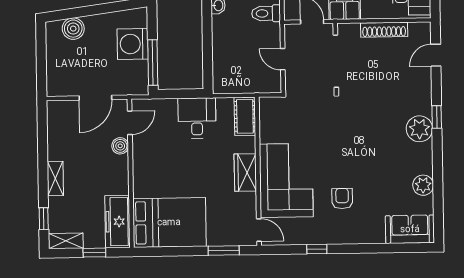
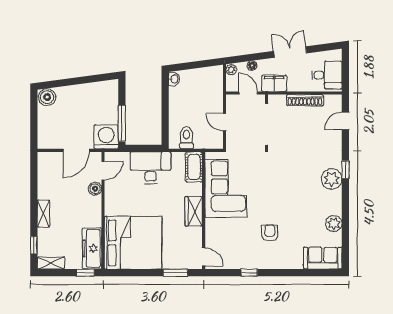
toilet: (266, 13) -> (186, 138), moved, turned 90
boiler: (73, 29) -> (47, 97), moved
washing machine: (133, 44) -> (106, 137), moved, turned 90
desk: (197, 118) -> (151, 168), width x1.37
corner sofa: (286, 180) -> (226, 188), moved
bed: (169, 222) -> (133, 243), width x1.36
window: (94, 253) -> (85, 273), moved

